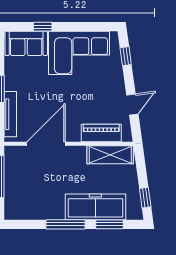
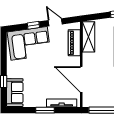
corner sofa: (79, 53) -> (29, 43), moved, turned 82
window: (126, 56) -> (33, 25), moved

